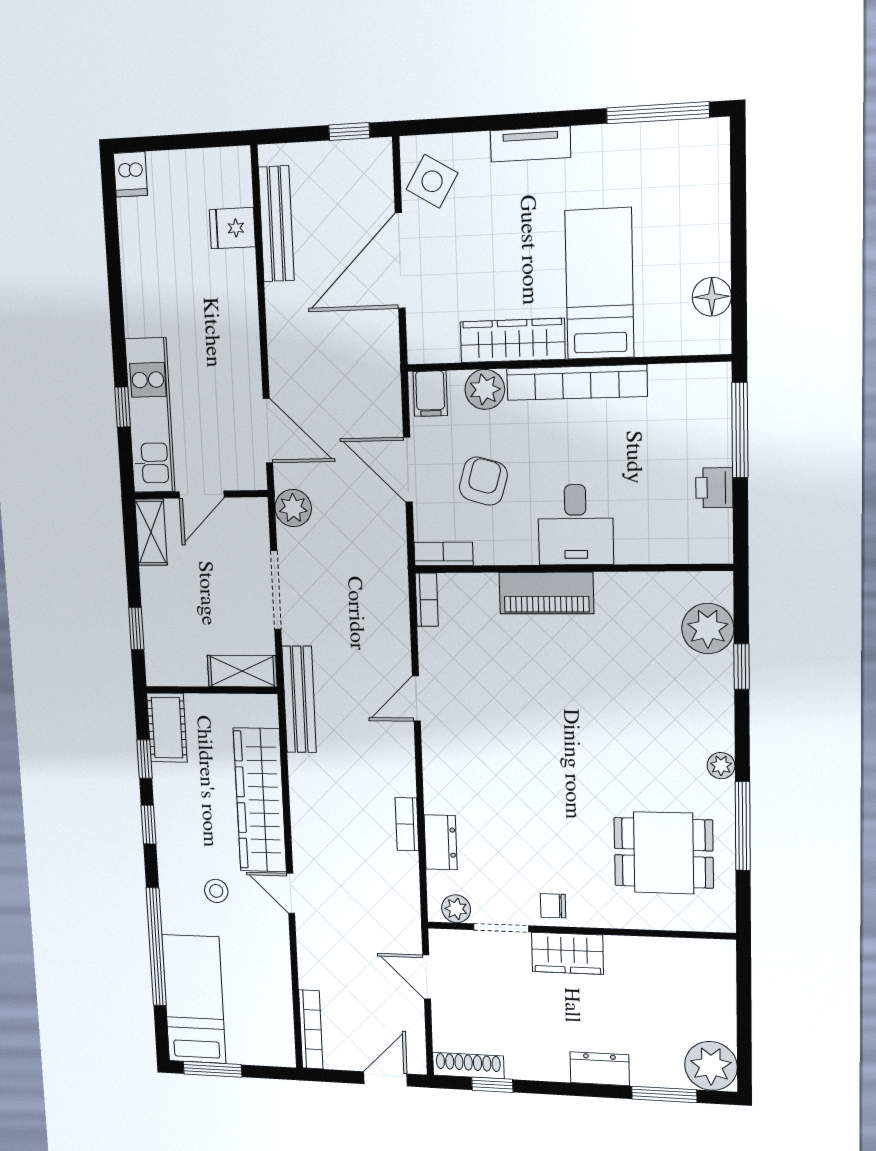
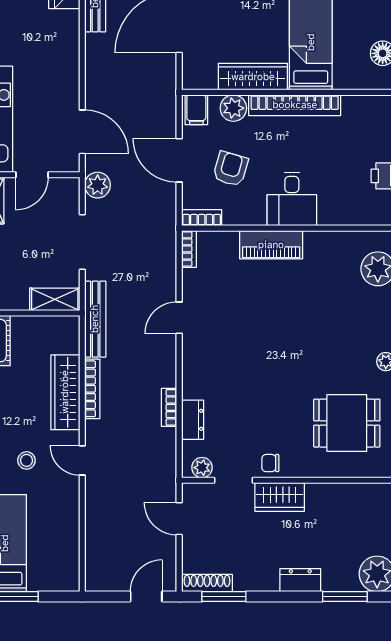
wardrobe: (260, 800) -> (65, 392), width x0.71, depth x0.85
bookcase: (311, 1029) -> (92, 389), moved
window: (492, 1085) -> (224, 597), width x1.50

